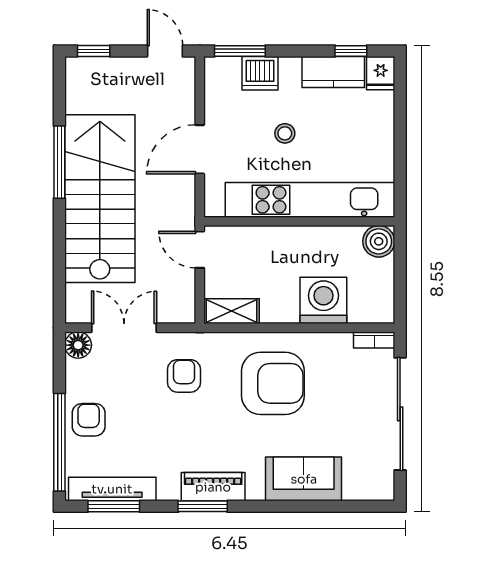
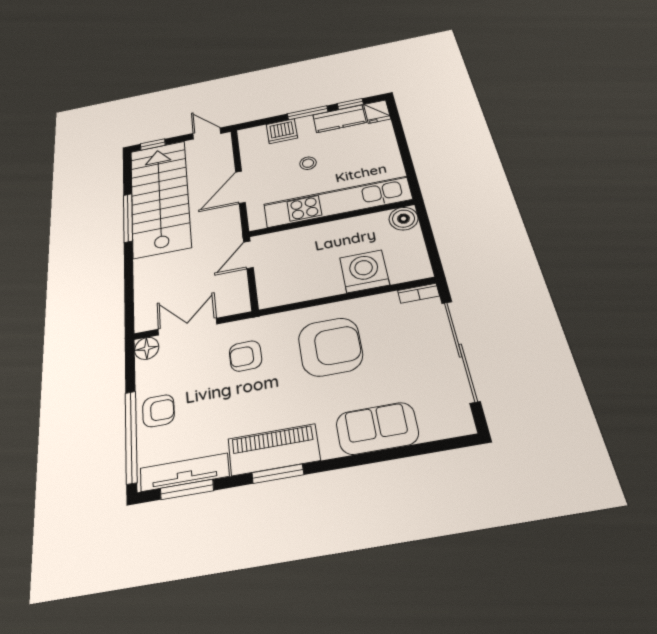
window: (240, 51) -> (308, 113), moved
stairs: (100, 199) -> (160, 198), moved
door: (200, 250) -> (249, 255), hinge flipped
shelving: (231, 311) -> (283, 295), removed
armchair: (184, 376) -> (246, 356), turned -91
armchair: (89, 420) -> (158, 411), turned 90
piano: (213, 487) -> (274, 450), width x1.37, depth x1.33

